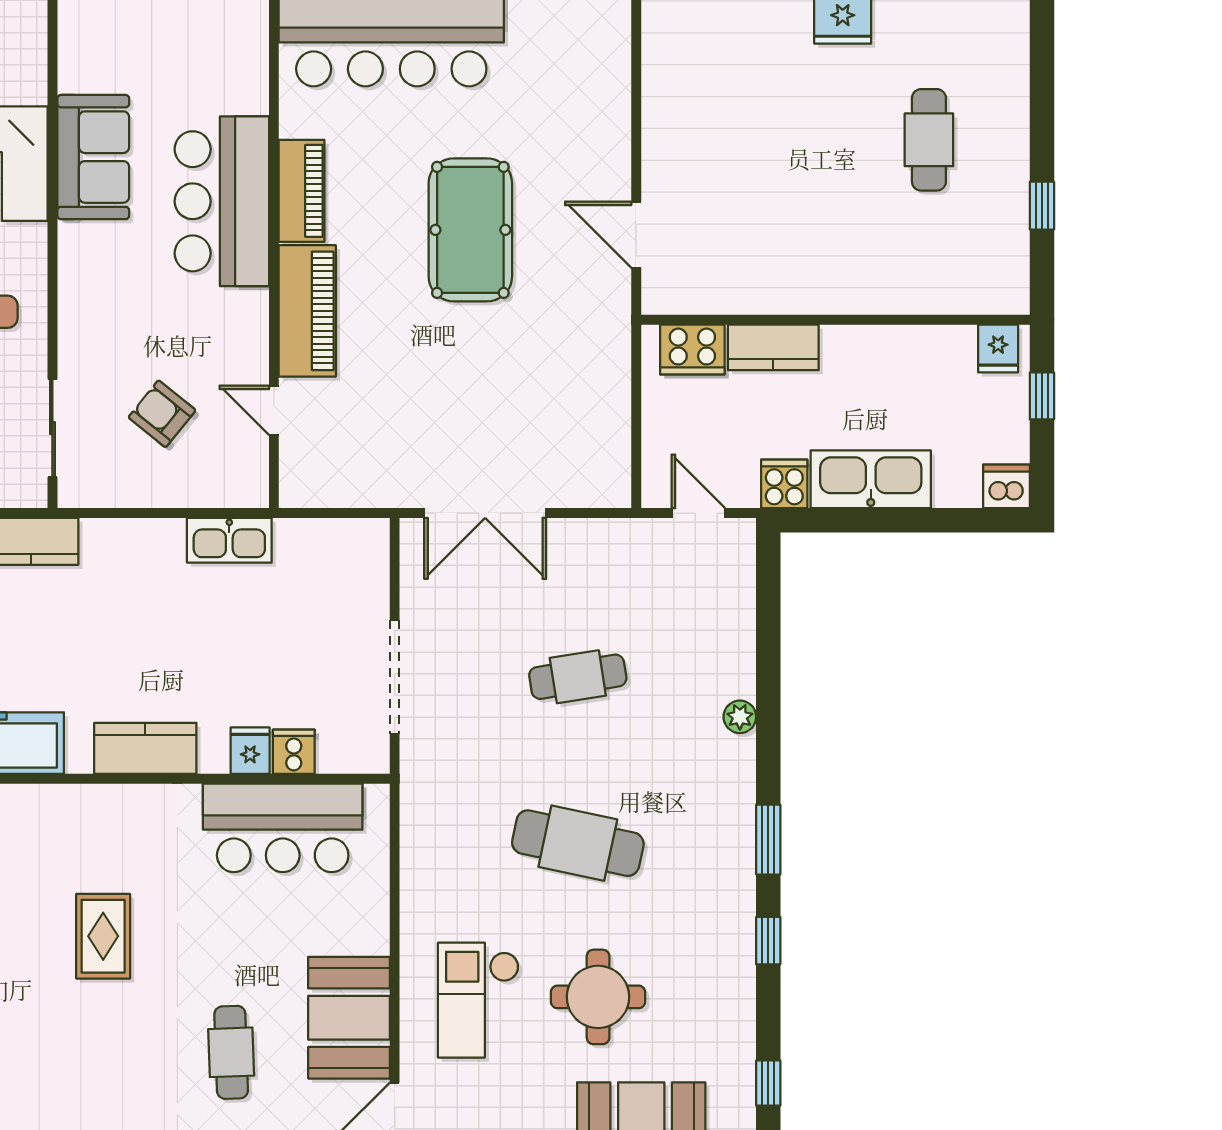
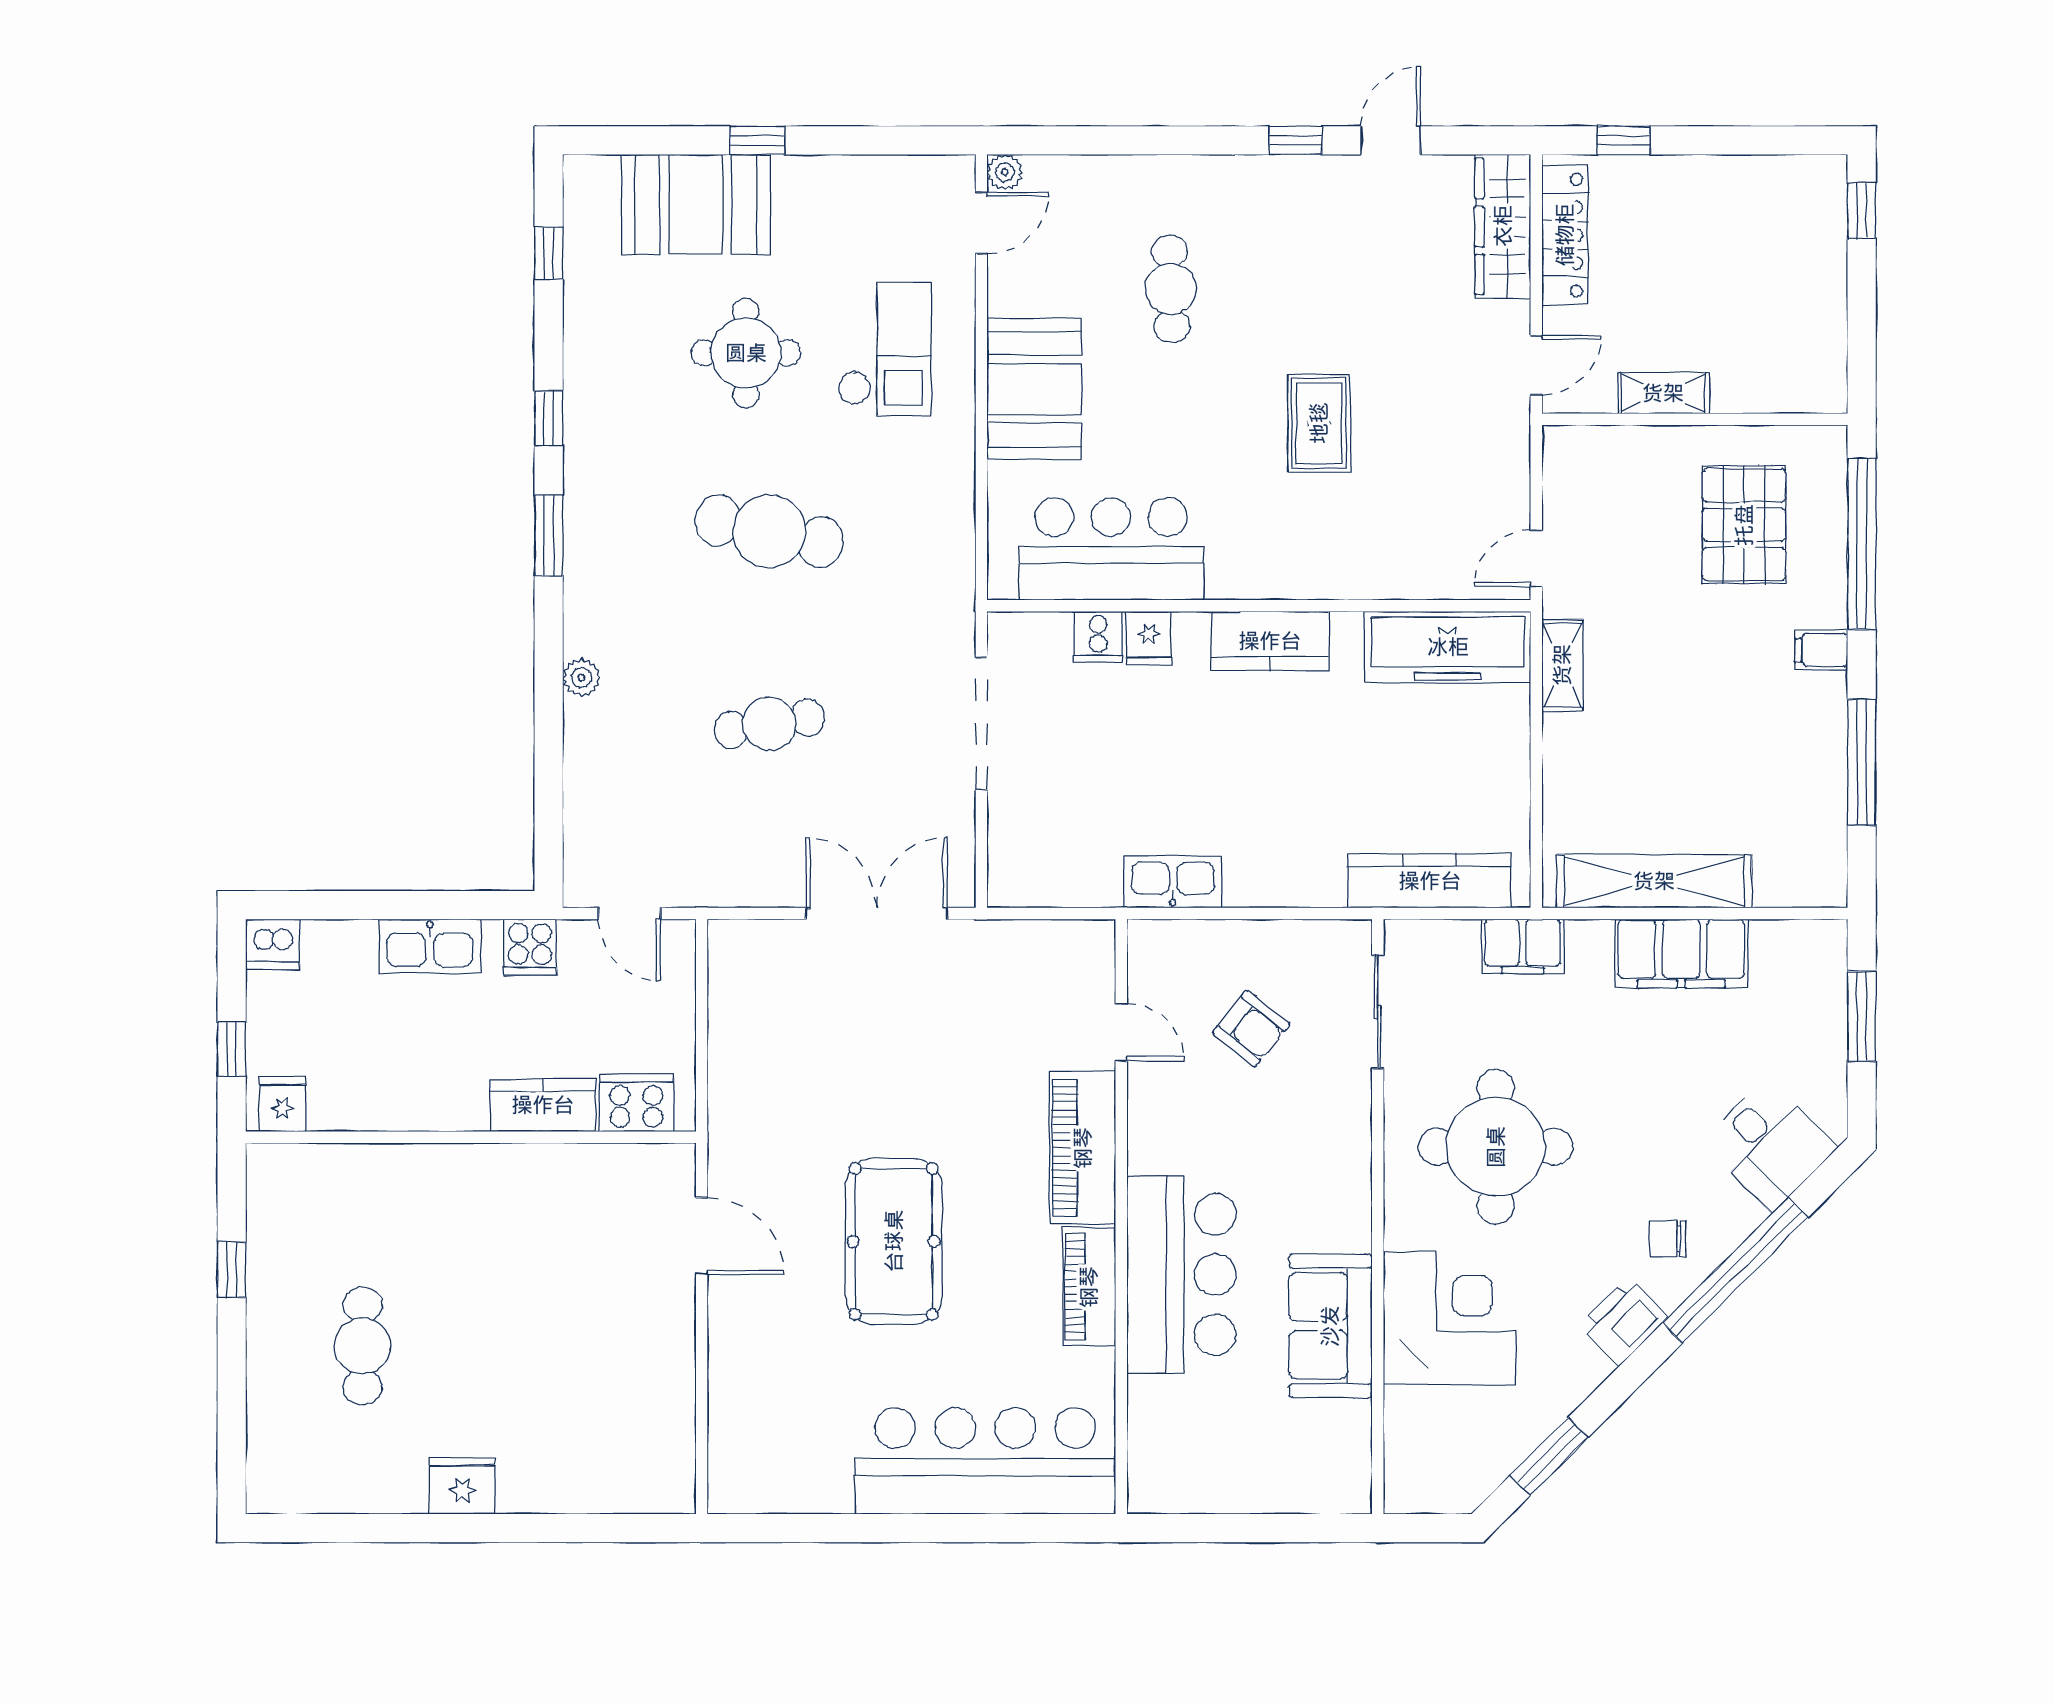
kitchen sink: (871, 479) -> (430, 946), width x0.73, depth x0.81
booth: (349, 1018) -> (1034, 389), moved

